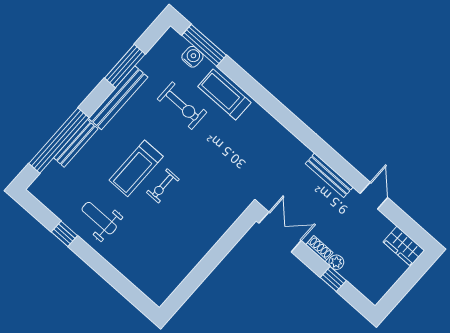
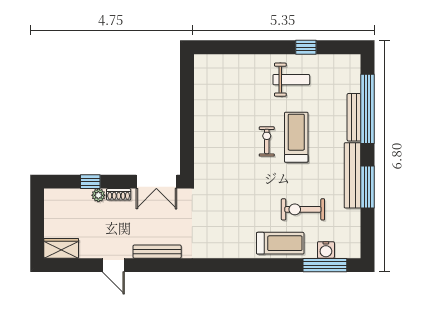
window: (125, 66) -> (367, 187), moved

